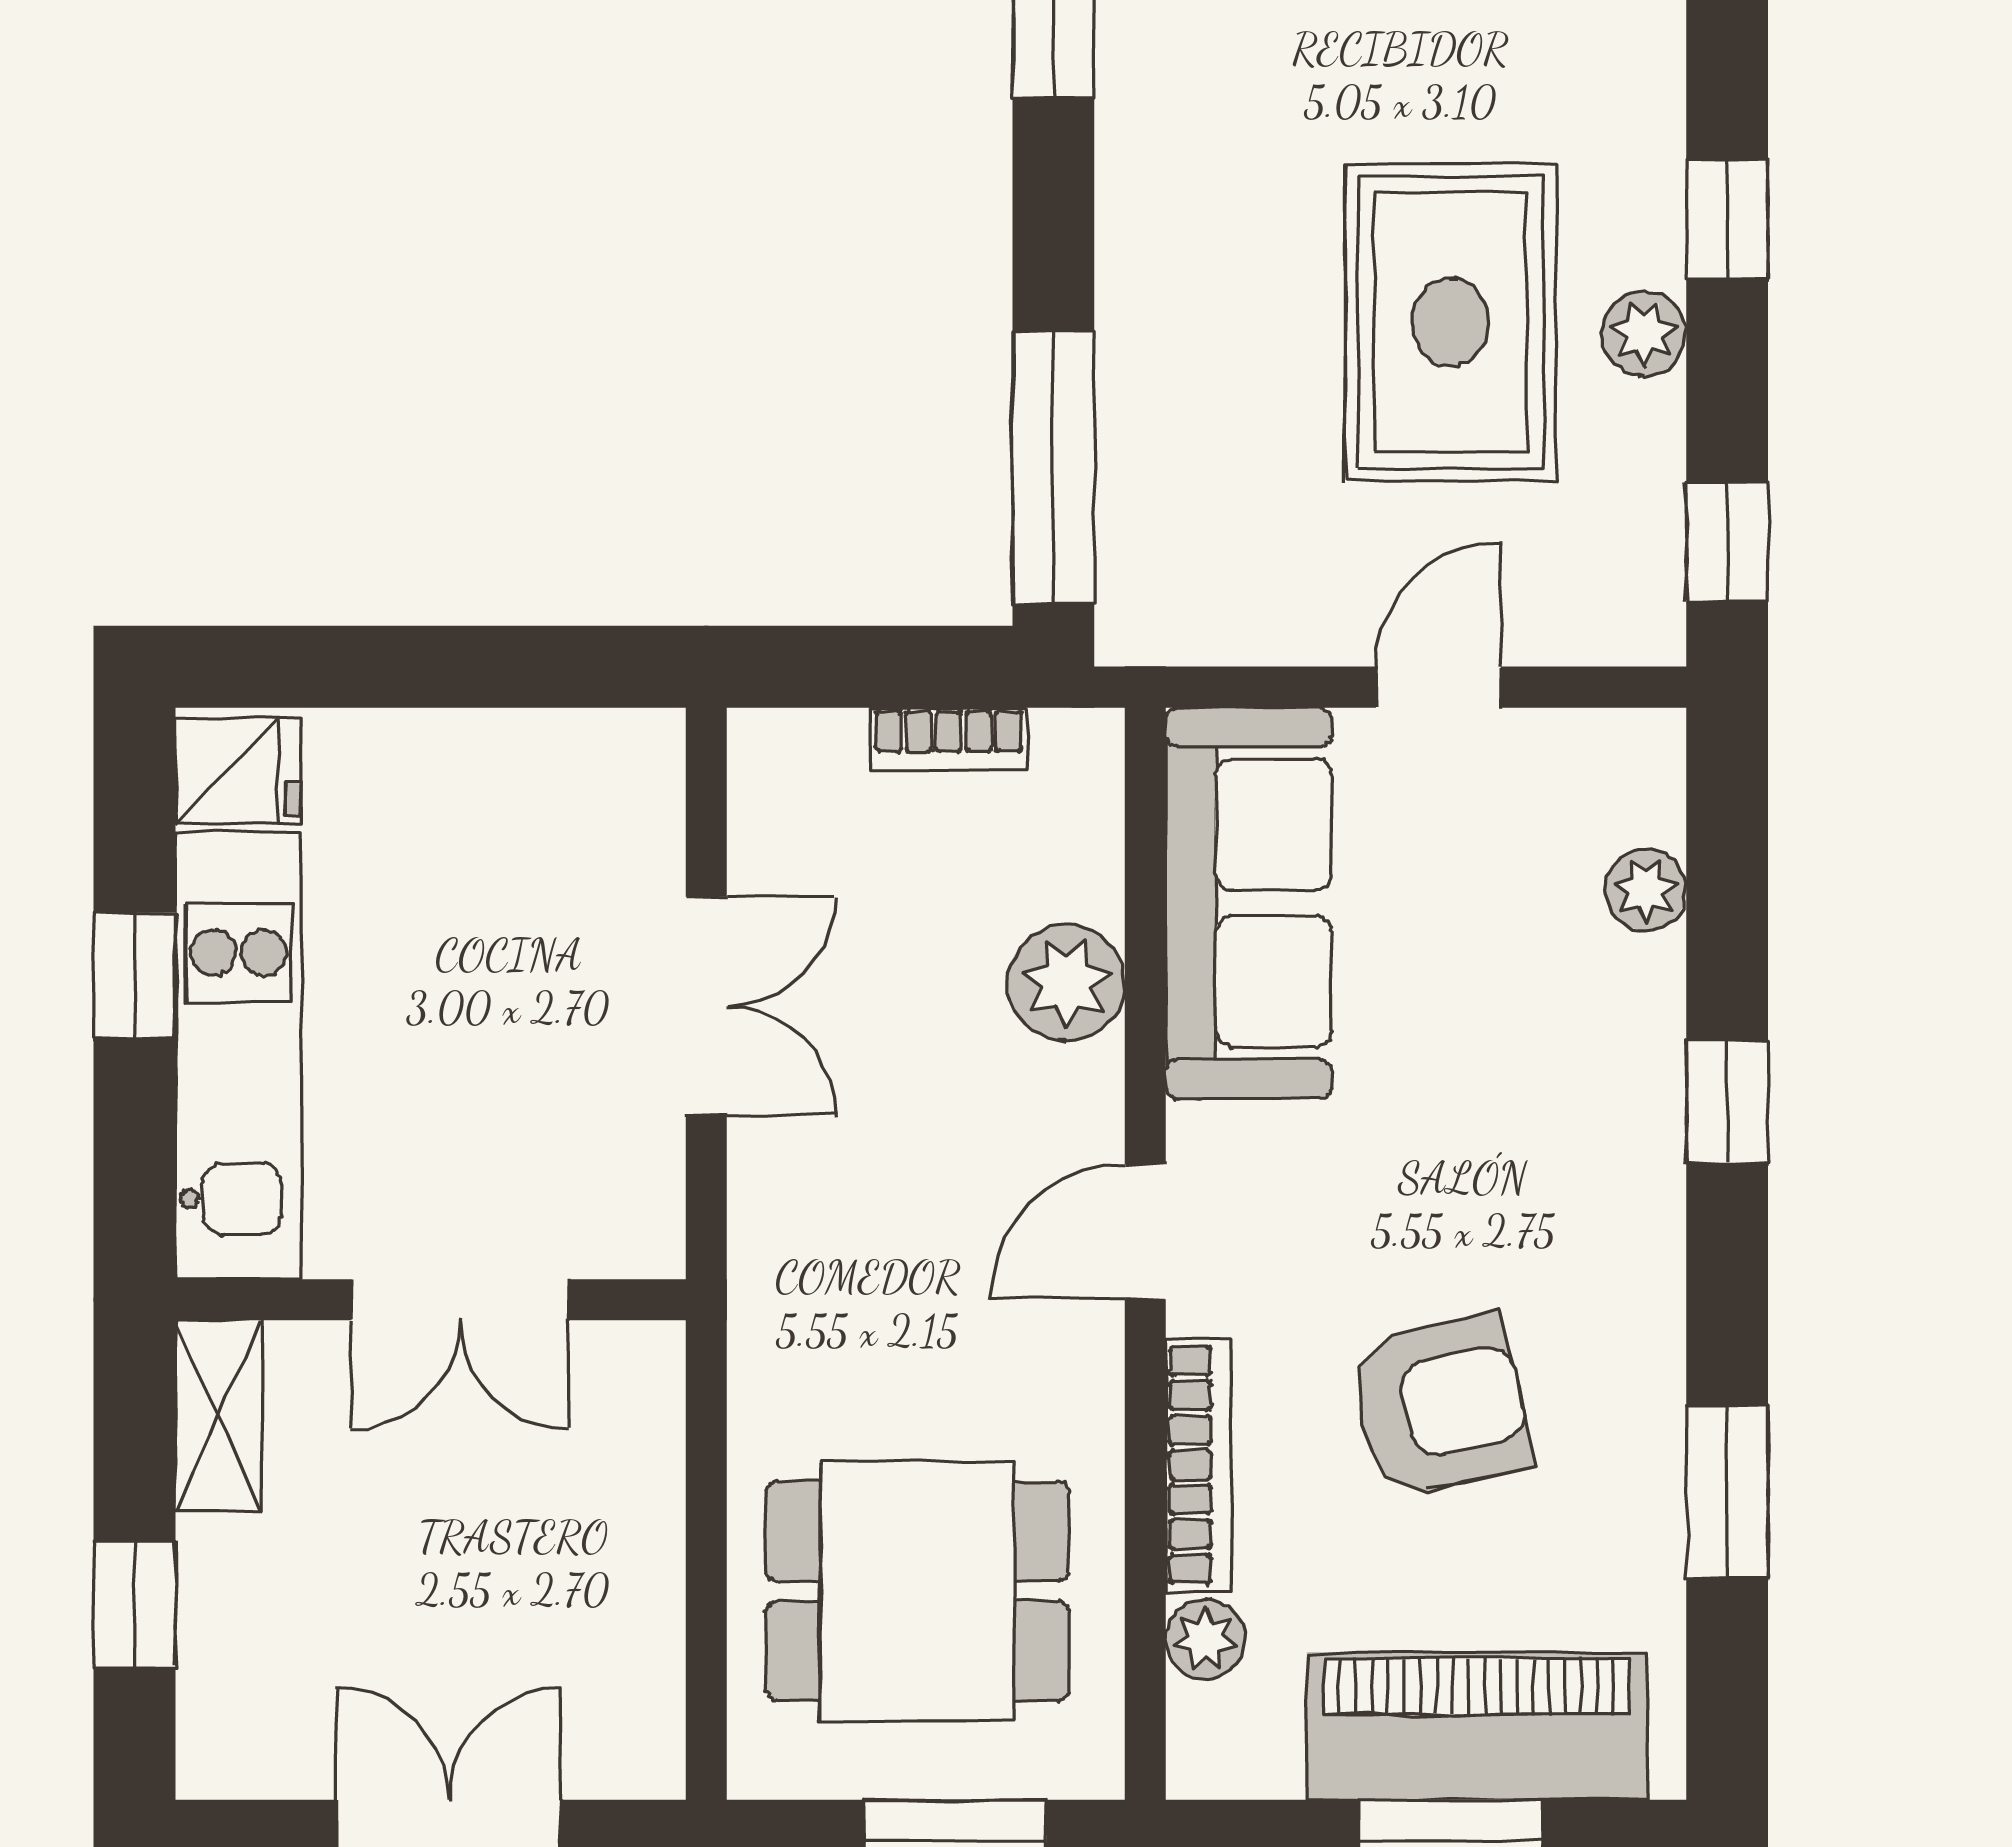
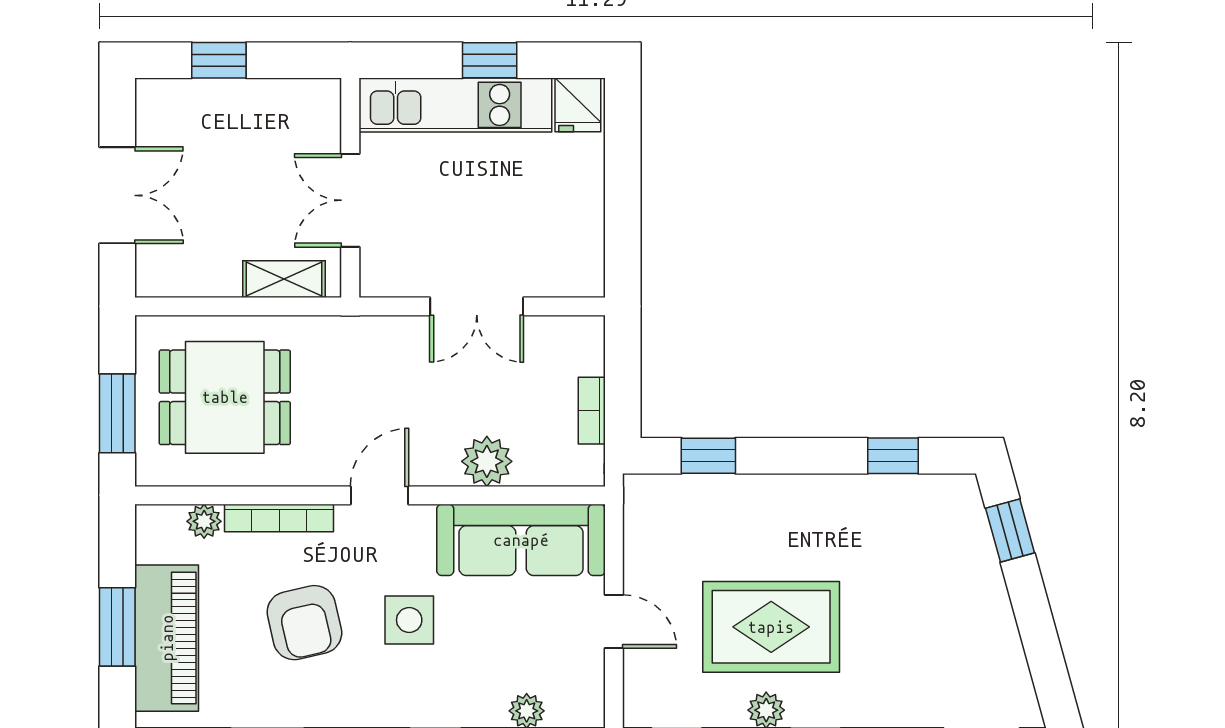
window: (1053, 468) -> (708, 456), width x0.46
side table: (1435, 1163) -> (409, 620), added
door: (1145, 1232) -> (380, 495), hinge flipped
shelving: (218, 1416) -> (284, 279), moved
dining table: (918, 1591) -> (225, 397), turned 90

